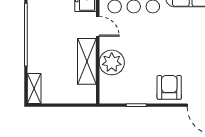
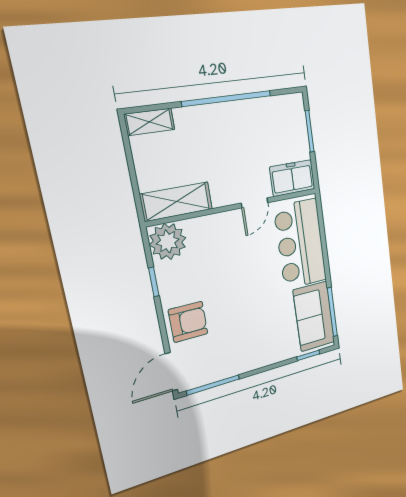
shelving: (87, 61) -> (176, 202), moved
plant: (112, 62) -> (168, 242), moved

